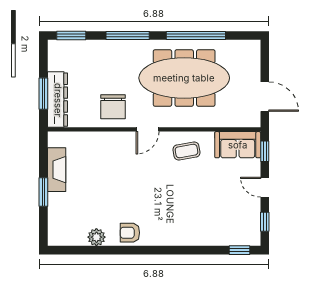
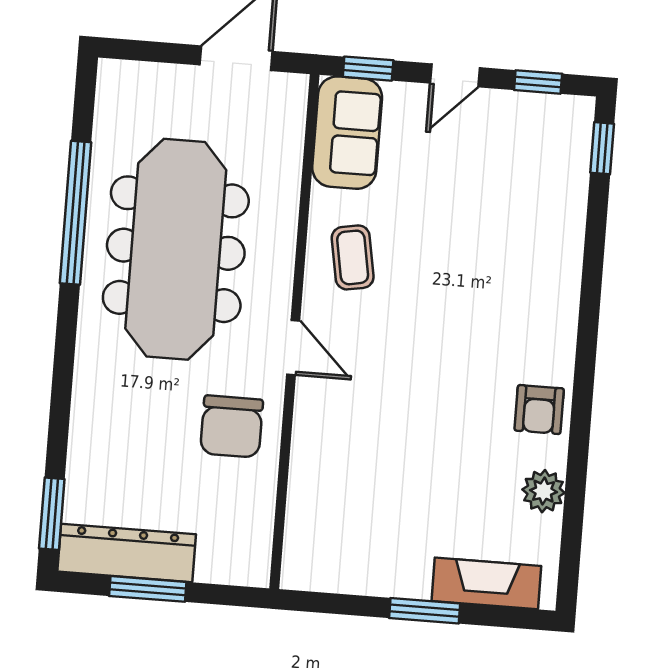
window: (128, 36) -> (63, 378), removed
window: (43, 94) -> (148, 589), moved
dresser: (58, 100) -> (127, 553), moved
chair: (113, 107) -> (232, 427), turned 90
fireplace: (57, 170) -> (486, 583), moved

